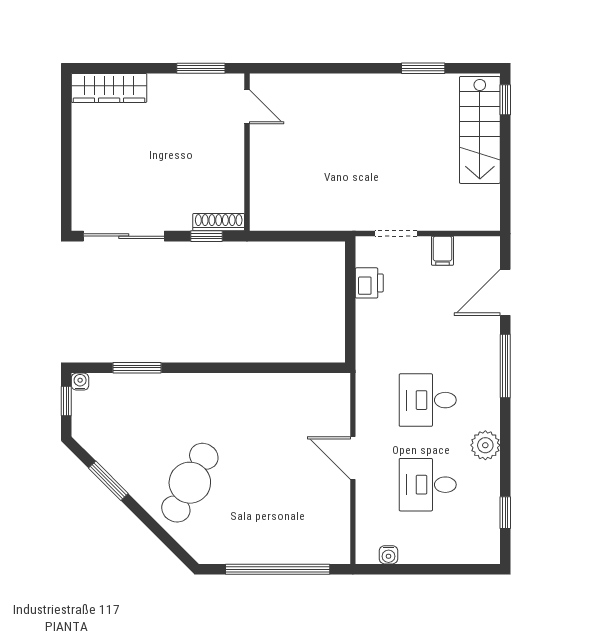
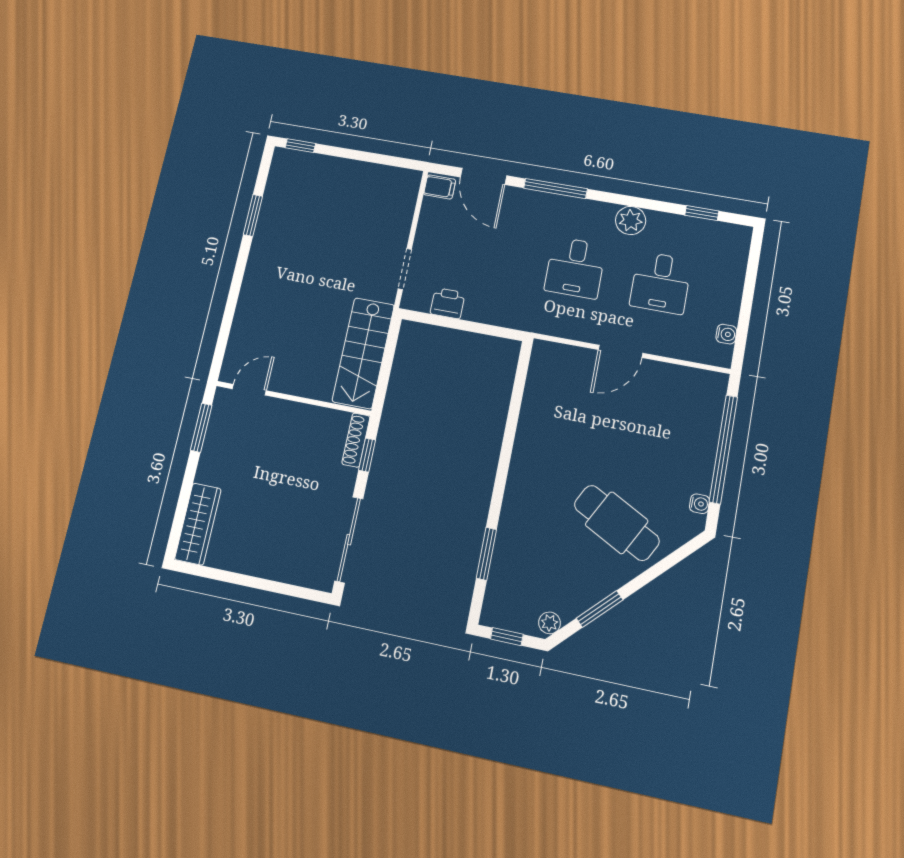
stairs: (480, 130) -> (363, 353), moved, turned 90
filing cabinet: (442, 251) -> (440, 187), moved
water cooler: (80, 382) -> (699, 504), moved, turned 180
plant: (87, 438) -> (549, 623), added

